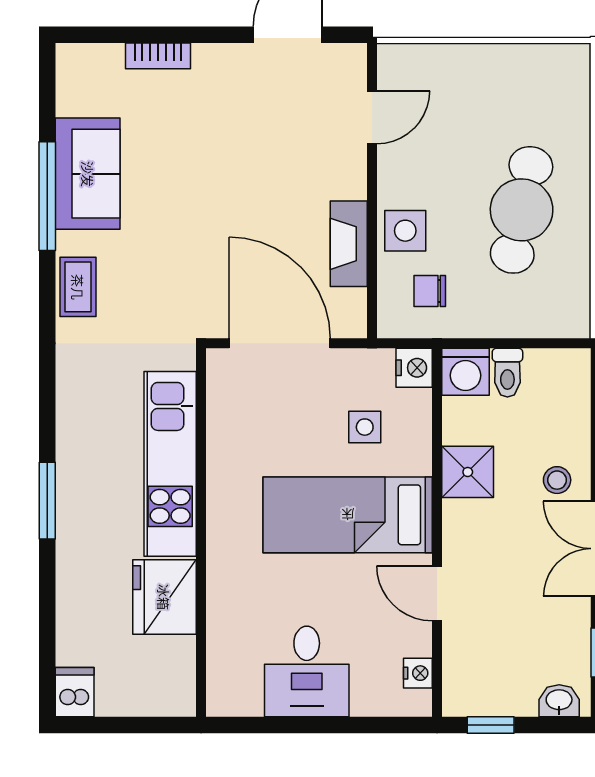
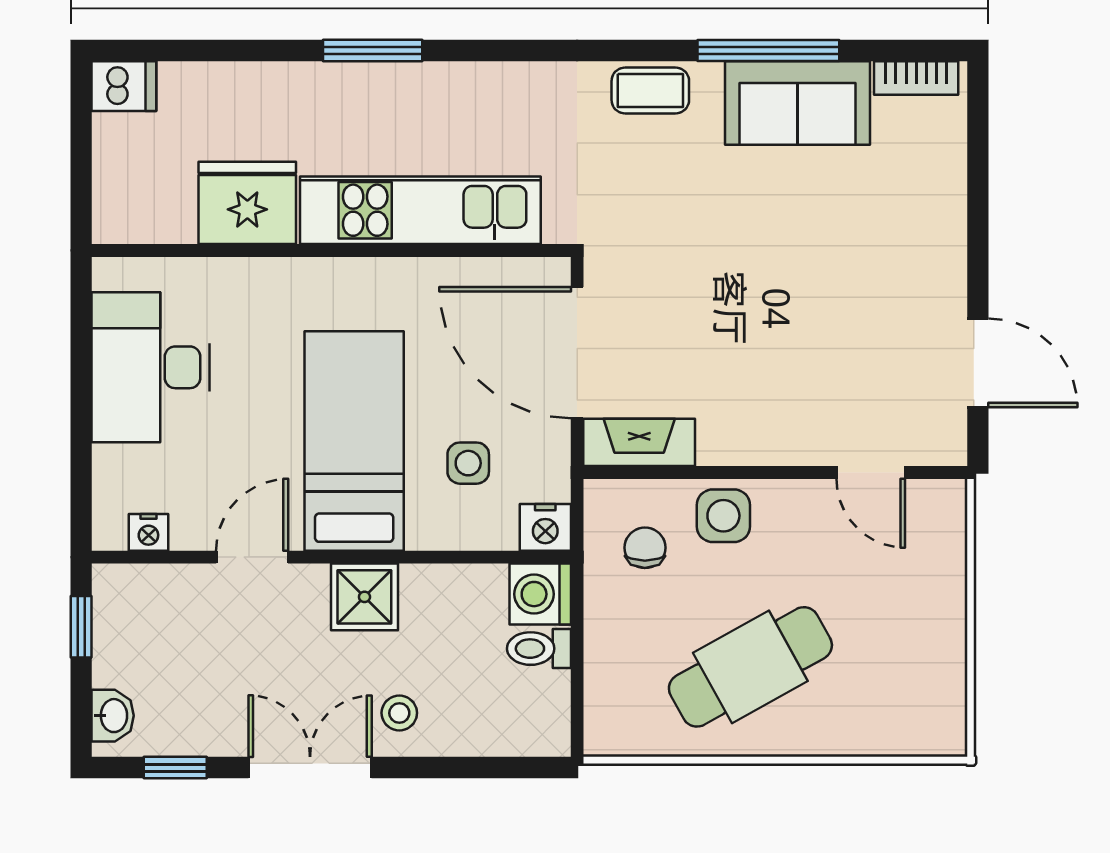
bookcase: (158, 56) -> (916, 78), moved, turned -90
cafe table: (522, 210) -> (750, 667), turned -41
fireplace: (349, 244) -> (639, 442), moved
door: (280, 343) -> (577, 353), swing flipped
shower: (468, 472) -> (364, 597), moved
desk: (307, 671) -> (151, 367), width x1.37

